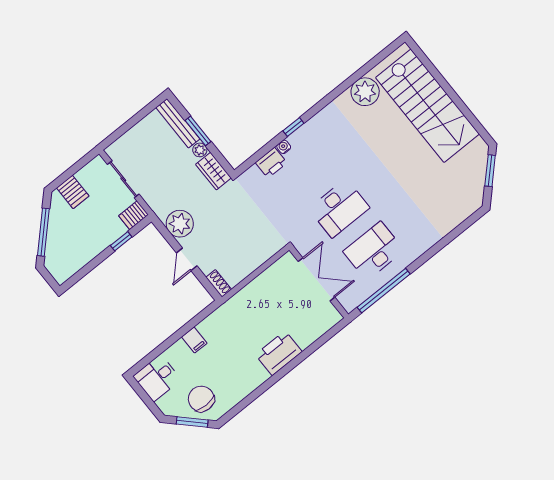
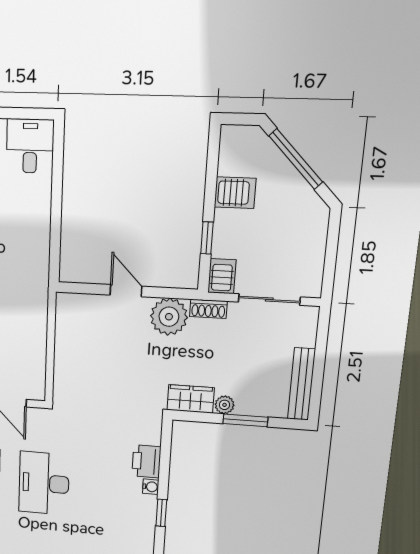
bench: (178, 123) -> (301, 384), moved, turned 90
server rack: (73, 192) -> (235, 193), moved, turned 180
shoe rack: (219, 283) -> (208, 309), moved
filing cabinet: (194, 340) -> (36, 223), removed

